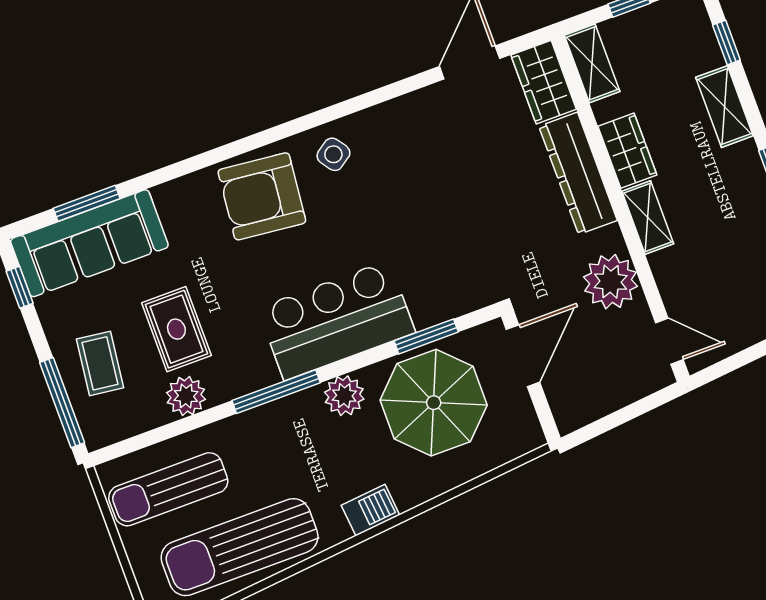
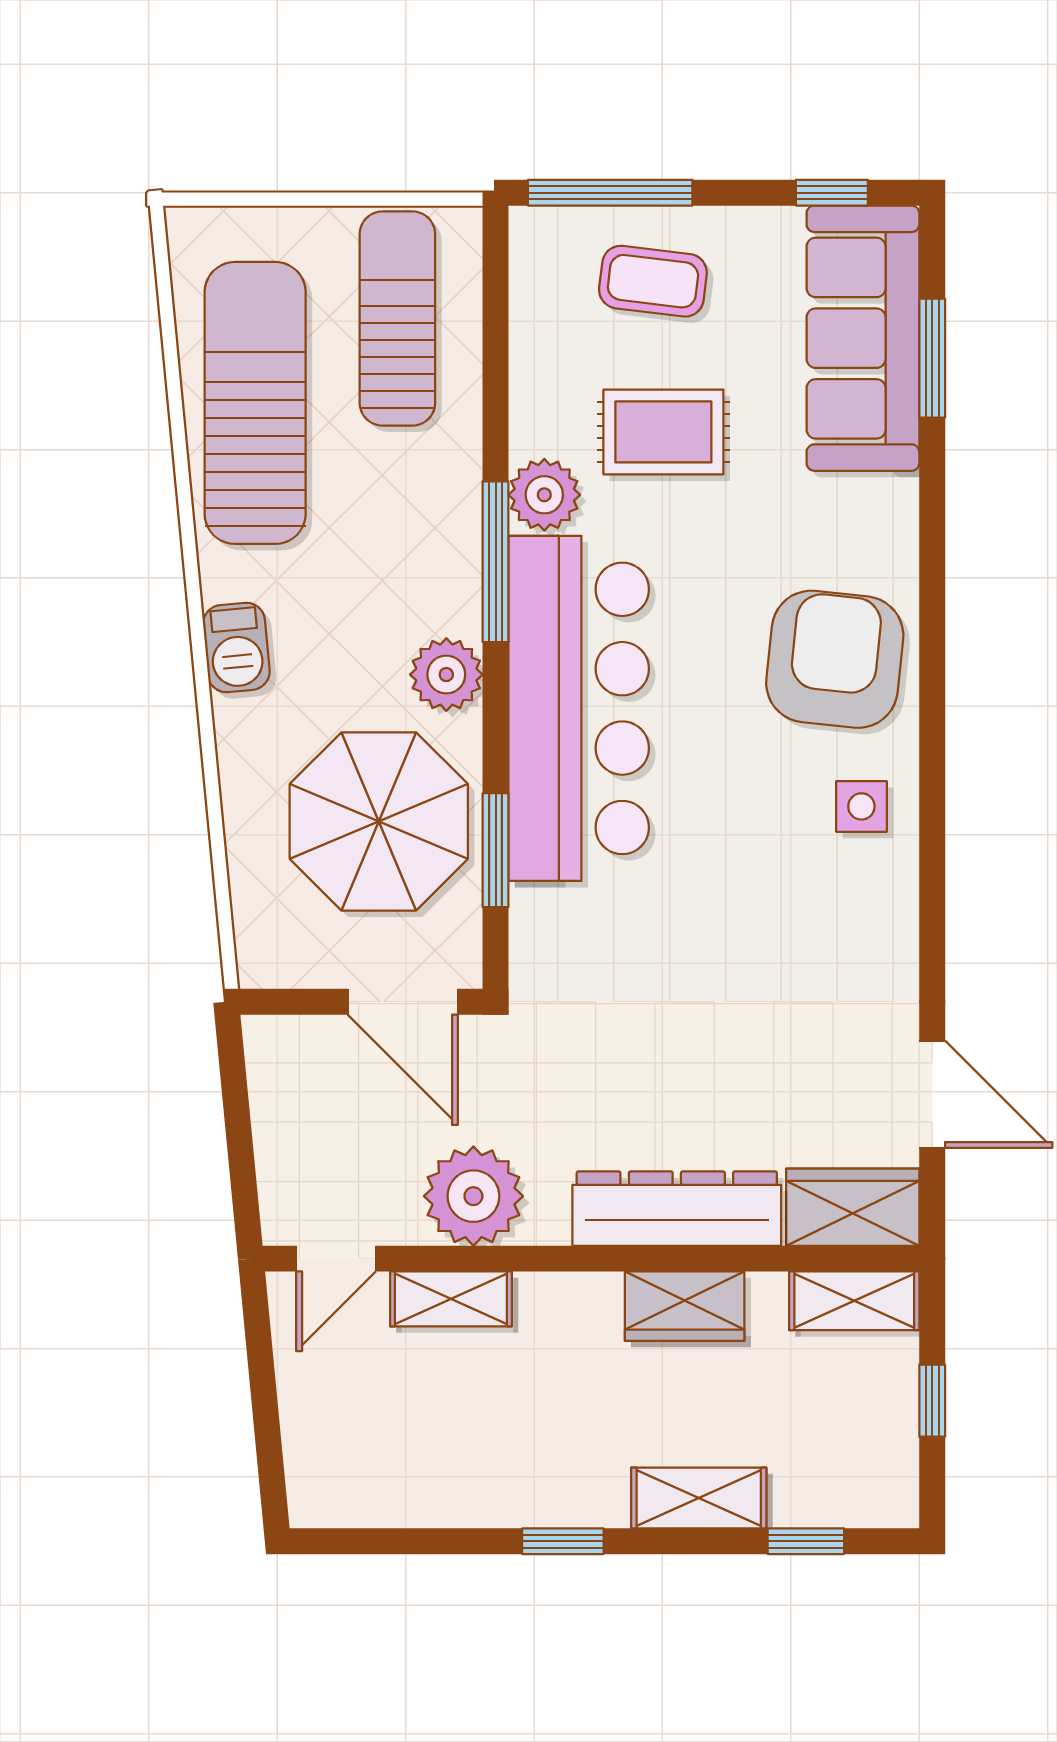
side table: (333, 154) -> (861, 806), turned 35
shelving: (648, 218) -> (451, 1299), moved
bar counter: (337, 320) -> (579, 708), width x1.36
plant: (186, 396) -> (544, 495), moved

